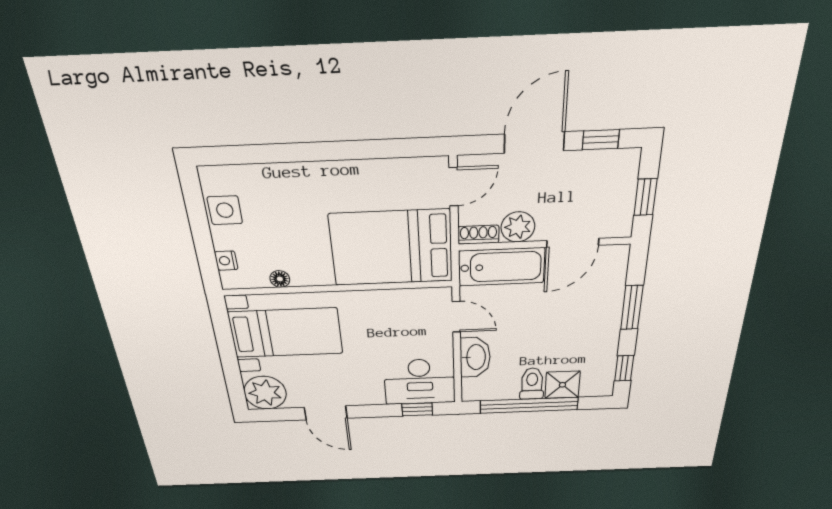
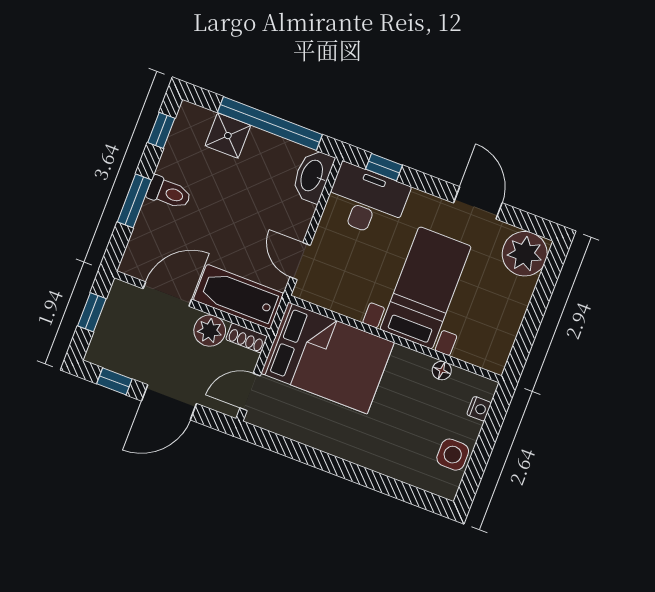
bed with nightstands: (286, 333) -> (426, 288), moved, turned 90
washbasin: (475, 357) -> (313, 176), moved
toilet: (532, 384) -> (169, 193), moved, turned -90

